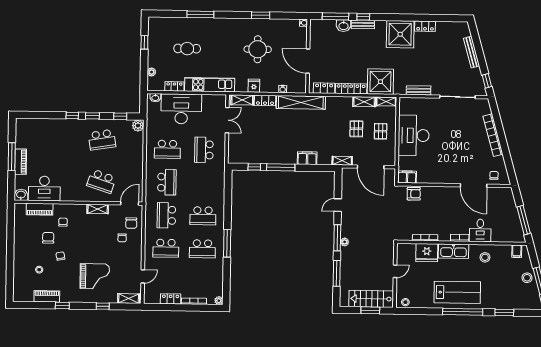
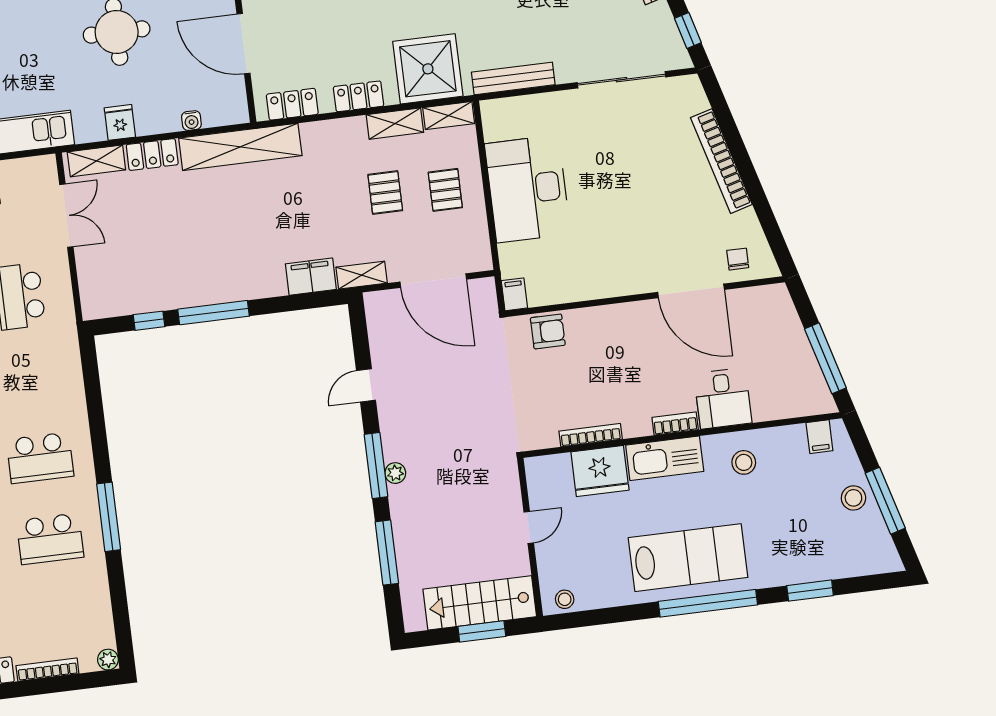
locker: (351, 89) -> (359, 96), width x0.66
bench: (419, 90) -> (513, 78), width x1.36
filing cabinet: (307, 158) -> (311, 277), moved
filing cabinet: (407, 177) -> (514, 294), width x0.50

